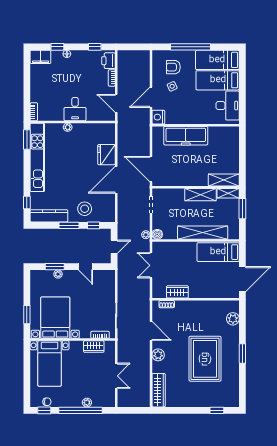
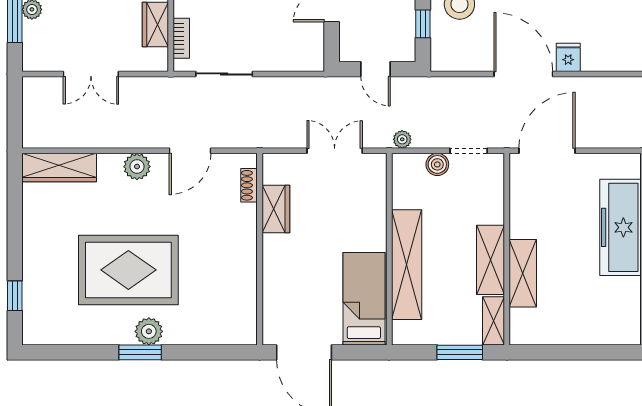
fridge: (106, 155) -> (568, 57), width x0.53, depth x0.75
shelving: (224, 180) -> (523, 273), moved
boiler: (157, 234) -> (437, 164), moved
plant: (233, 319) -> (149, 331), moved

